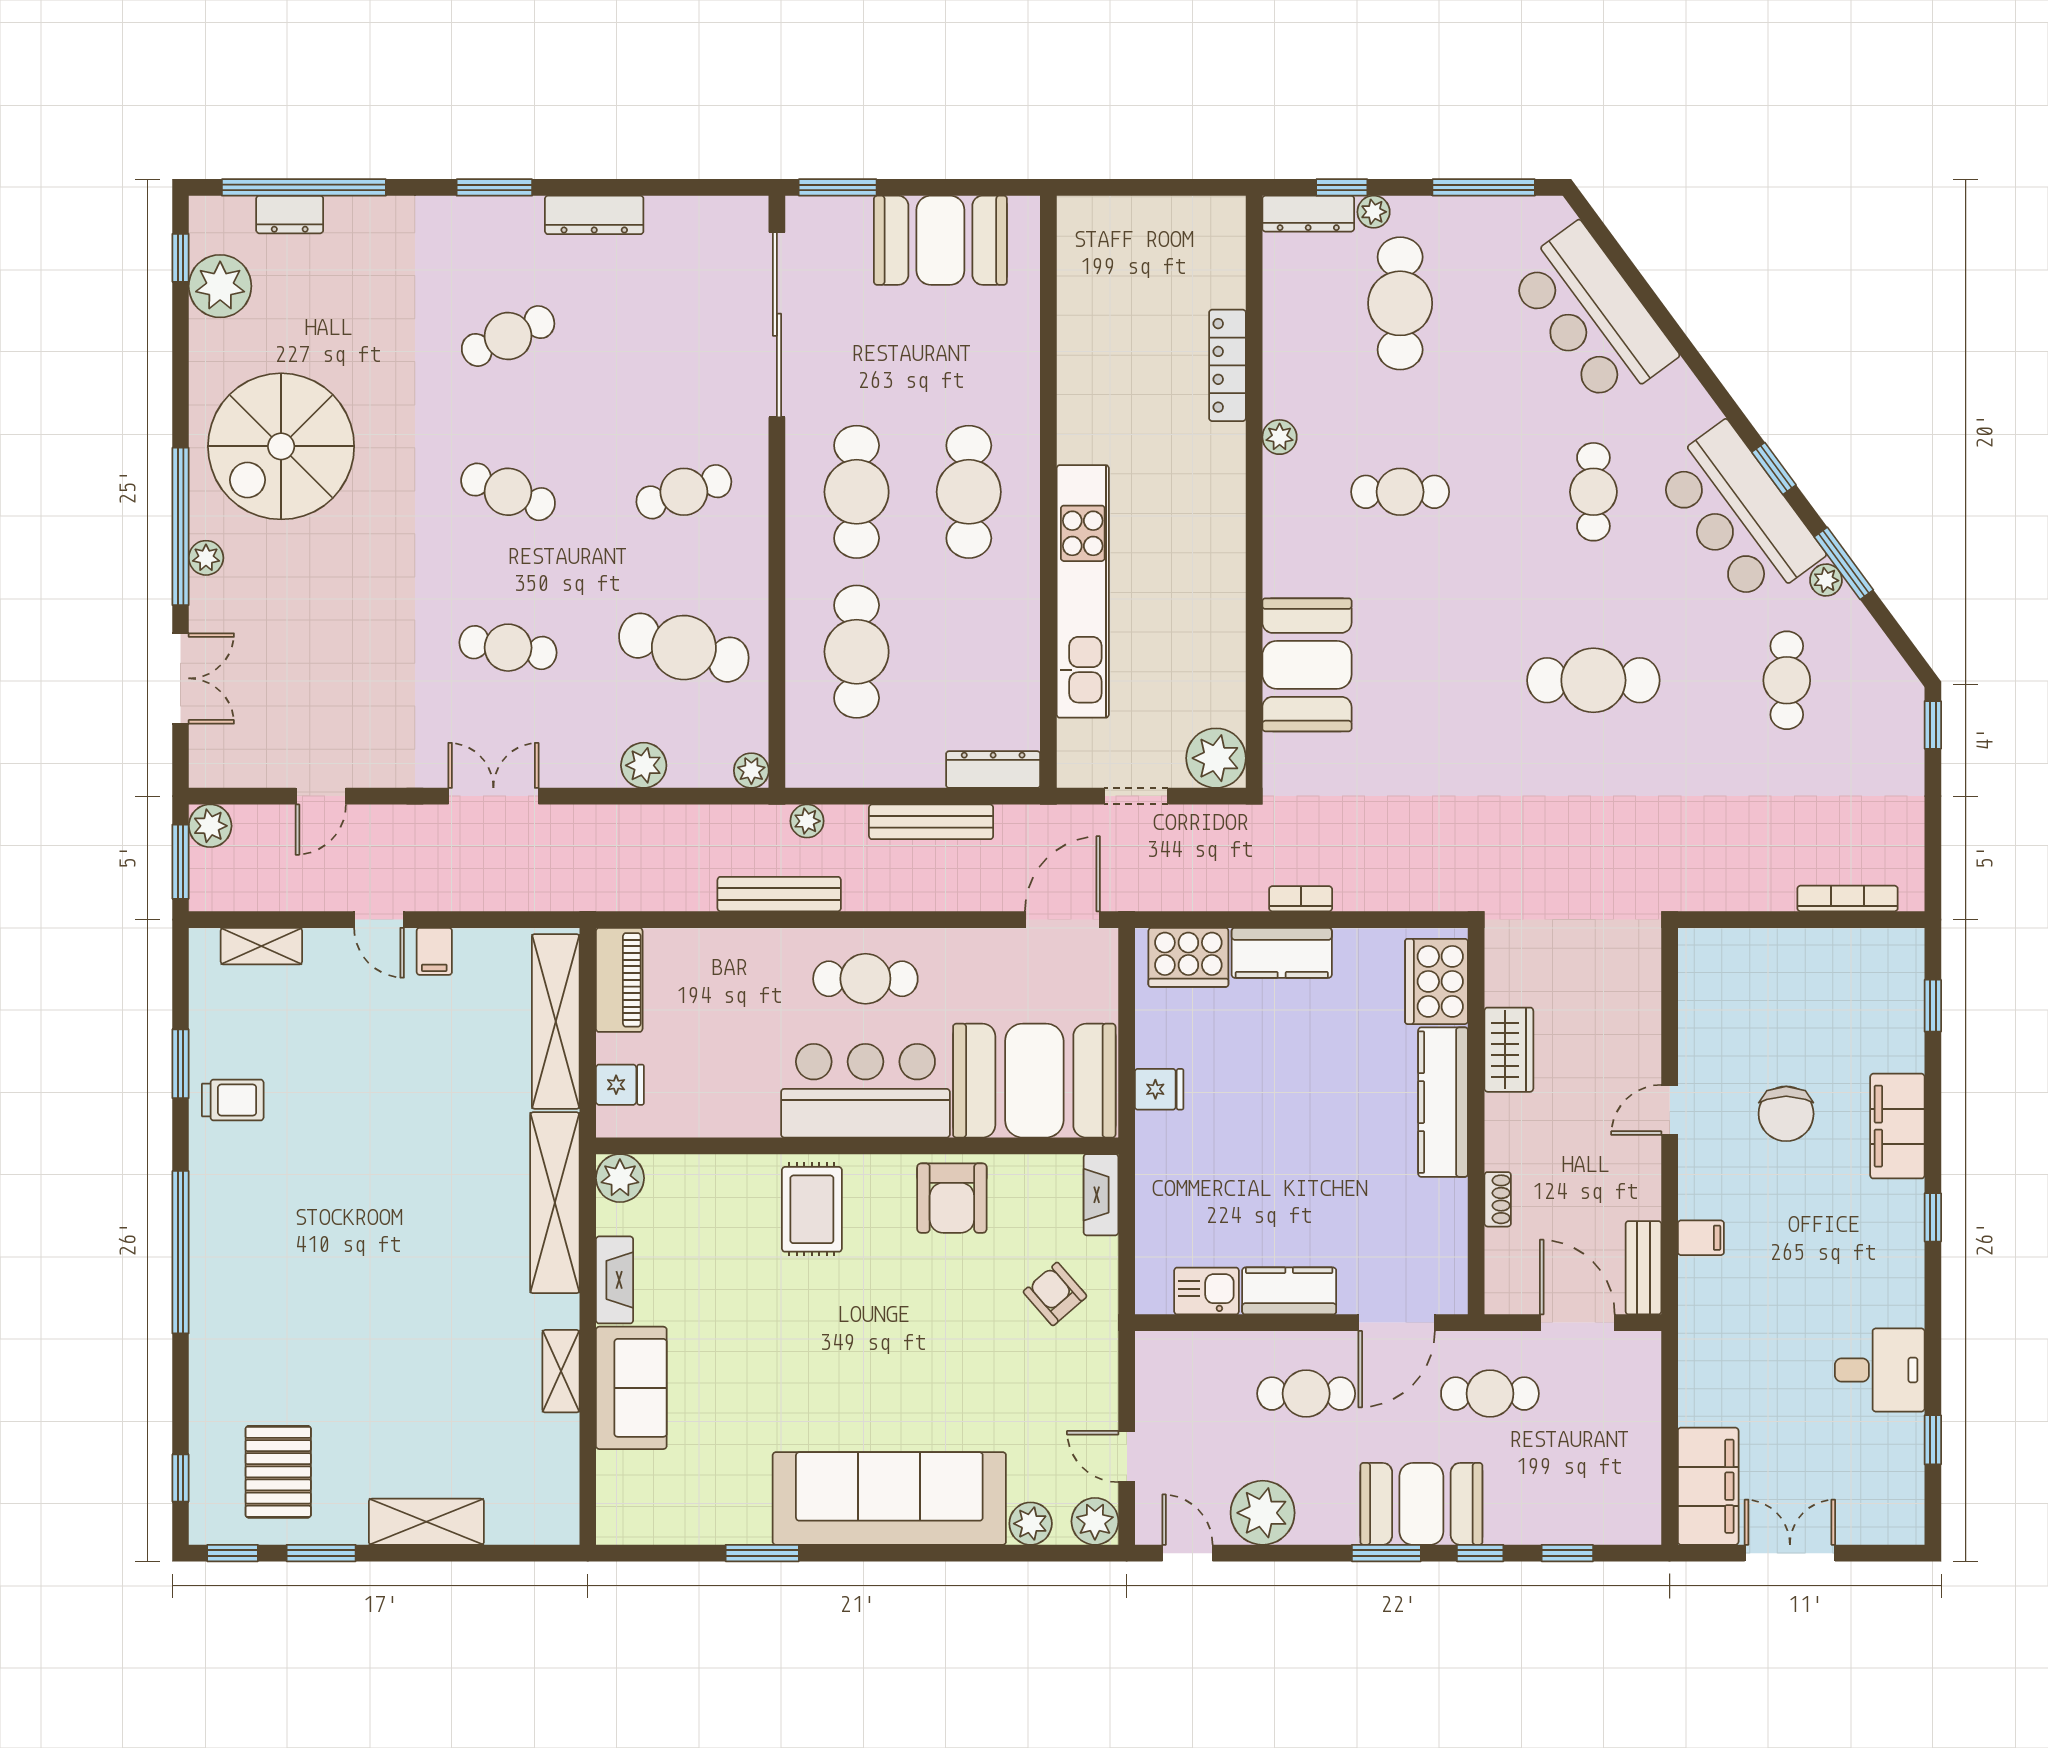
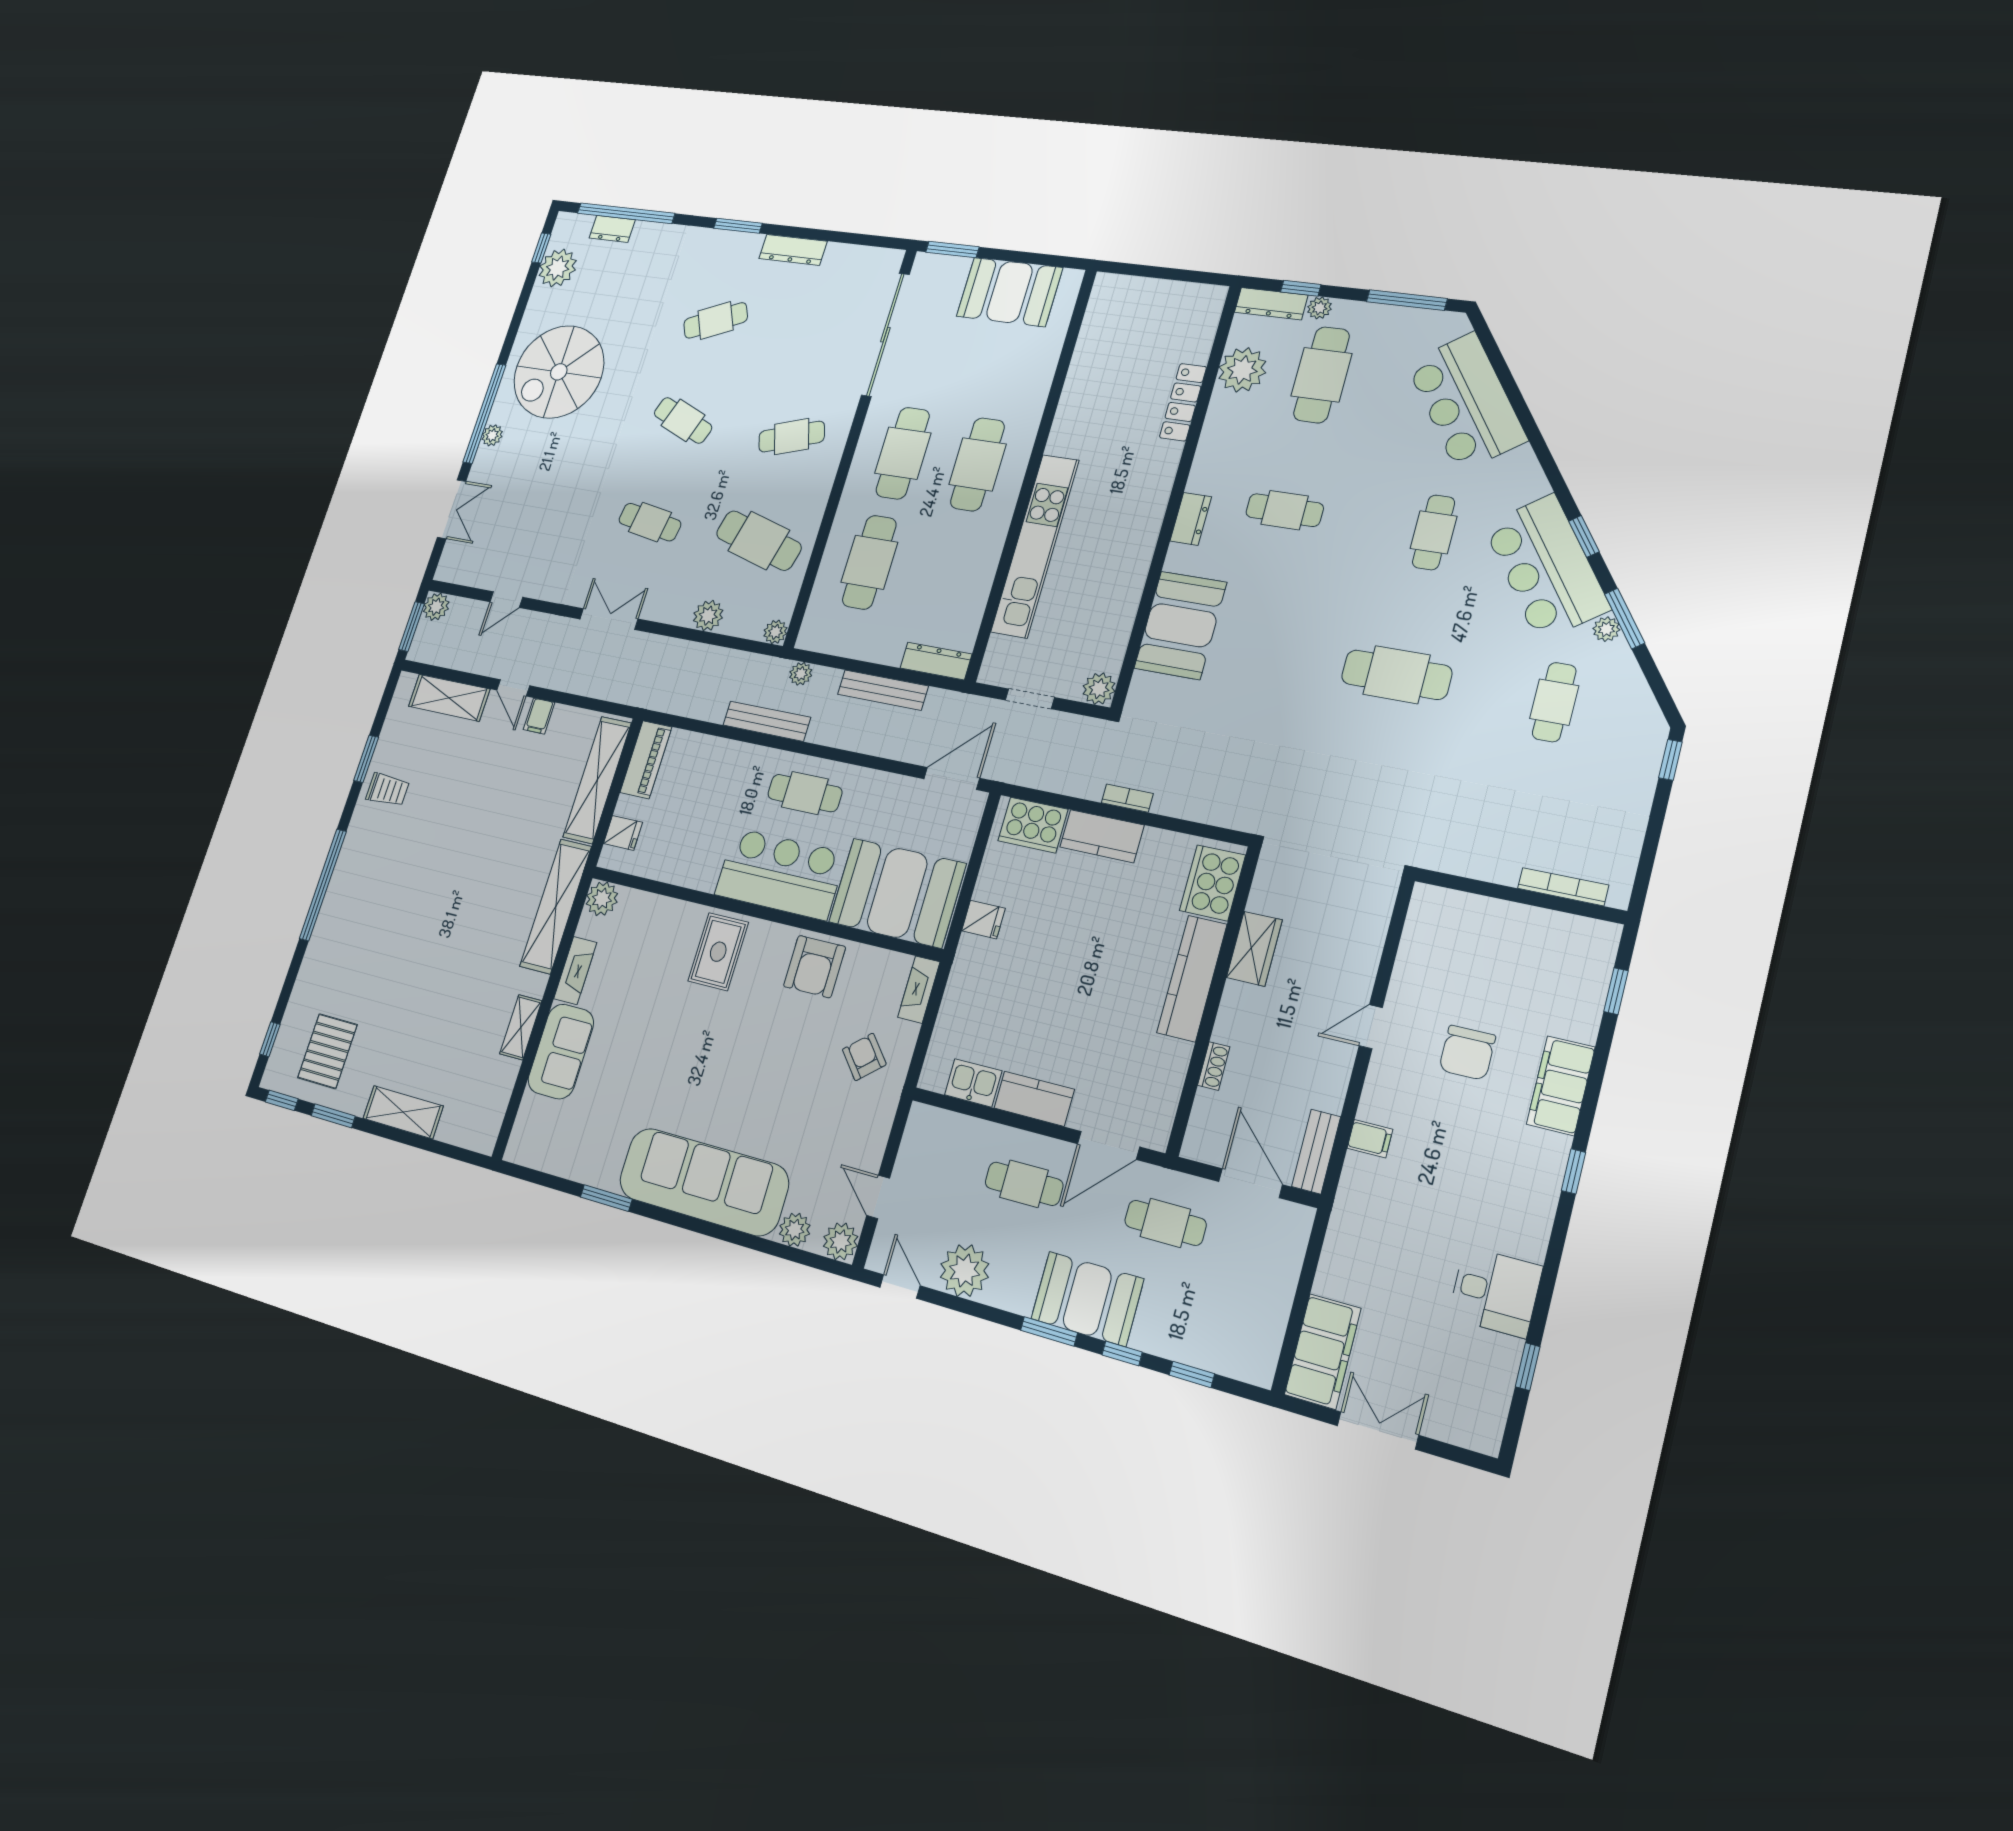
plant: (1280, 437) -> (1242, 370), moved, width x1.88, depth x1.88
dresser: (1281, 522) -> (1191, 519), added
plant: (1216, 758) -> (1099, 689), width x0.73, depth x0.73
shelving: (261, 946) -> (449, 698), width x1.50, depth x1.33

